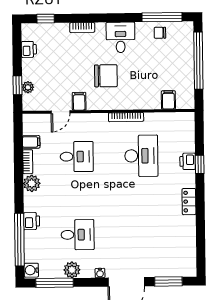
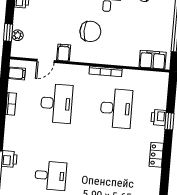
filing cabinet: (168, 100) -> (153, 60), width x2.00
filing cabinet: (31, 142) -> (17, 73), moved
desk: (77, 157) -> (56, 103), width x1.37
plant: (32, 183) -> (13, 124), removed

